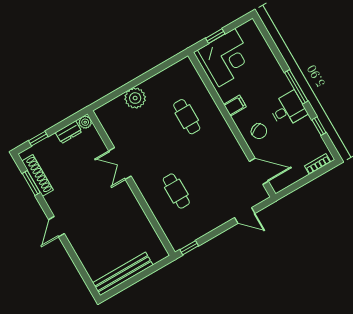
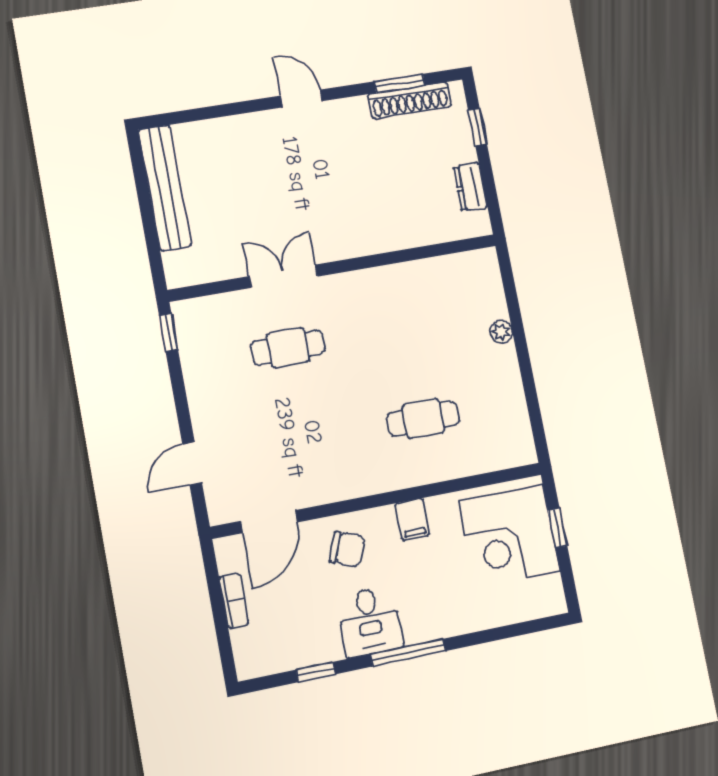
plant: (135, 98) -> (501, 332), width x0.53, depth x0.53
plant: (85, 122) -> (478, 224), removed
chair: (259, 131) -> (347, 549), turned -135
double door: (120, 163) -> (283, 276), moved
bookcase: (318, 164) -> (234, 601), moved

